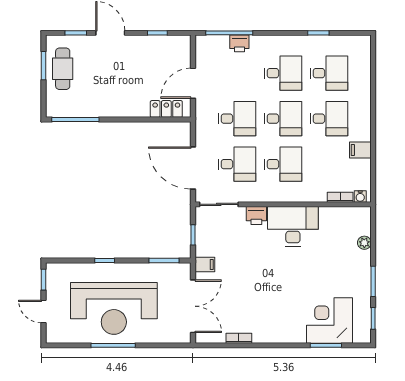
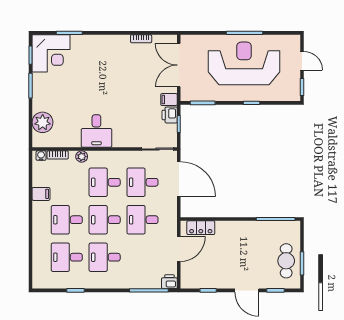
printer: (239, 43) -> (169, 282), moved
plant: (311, 195) -> (82, 157), added
printer: (256, 216) -> (170, 115), moved, turned -90
desk: (293, 226) -> (96, 131), width x0.73
plant: (364, 243) -> (43, 122), width x1.88, depth x1.88
corner desk: (329, 321) -> (51, 53), moved

